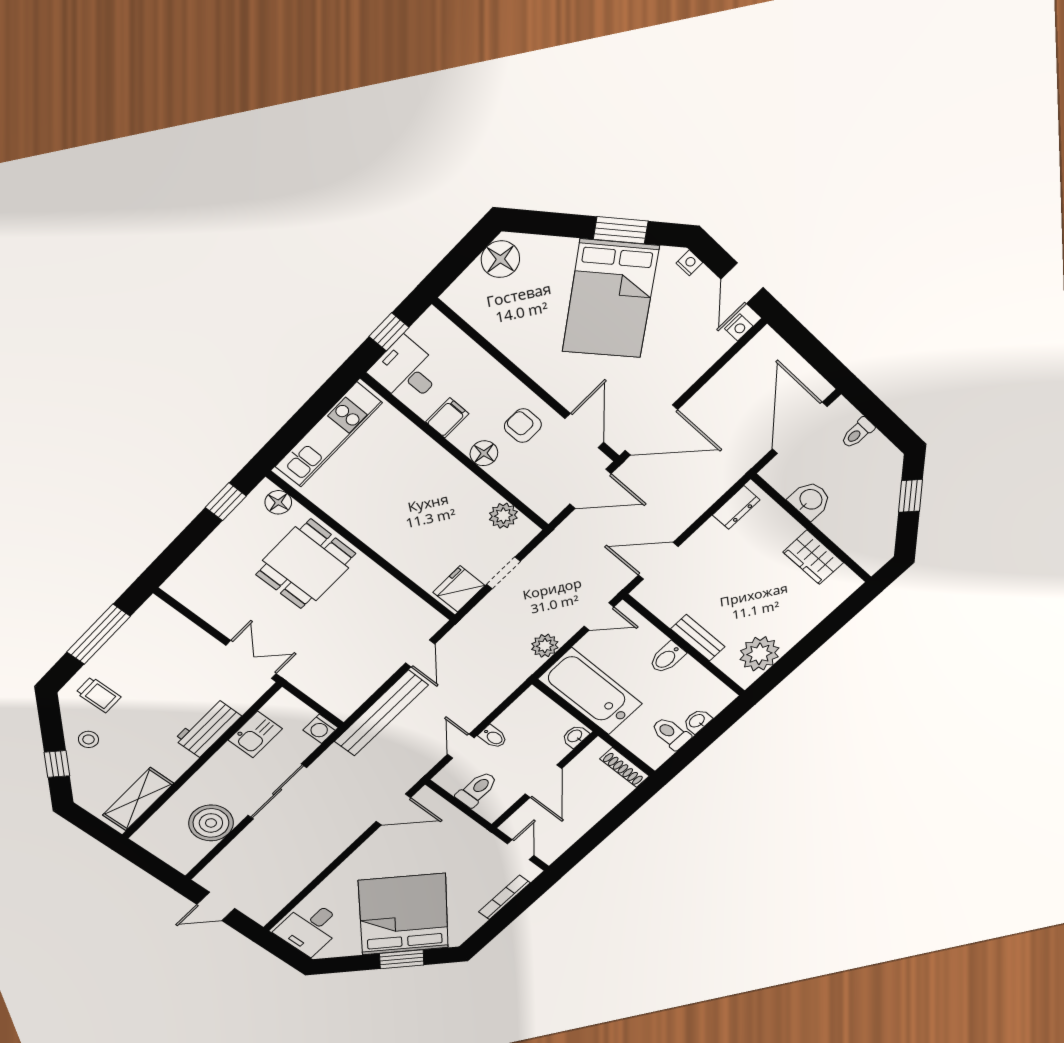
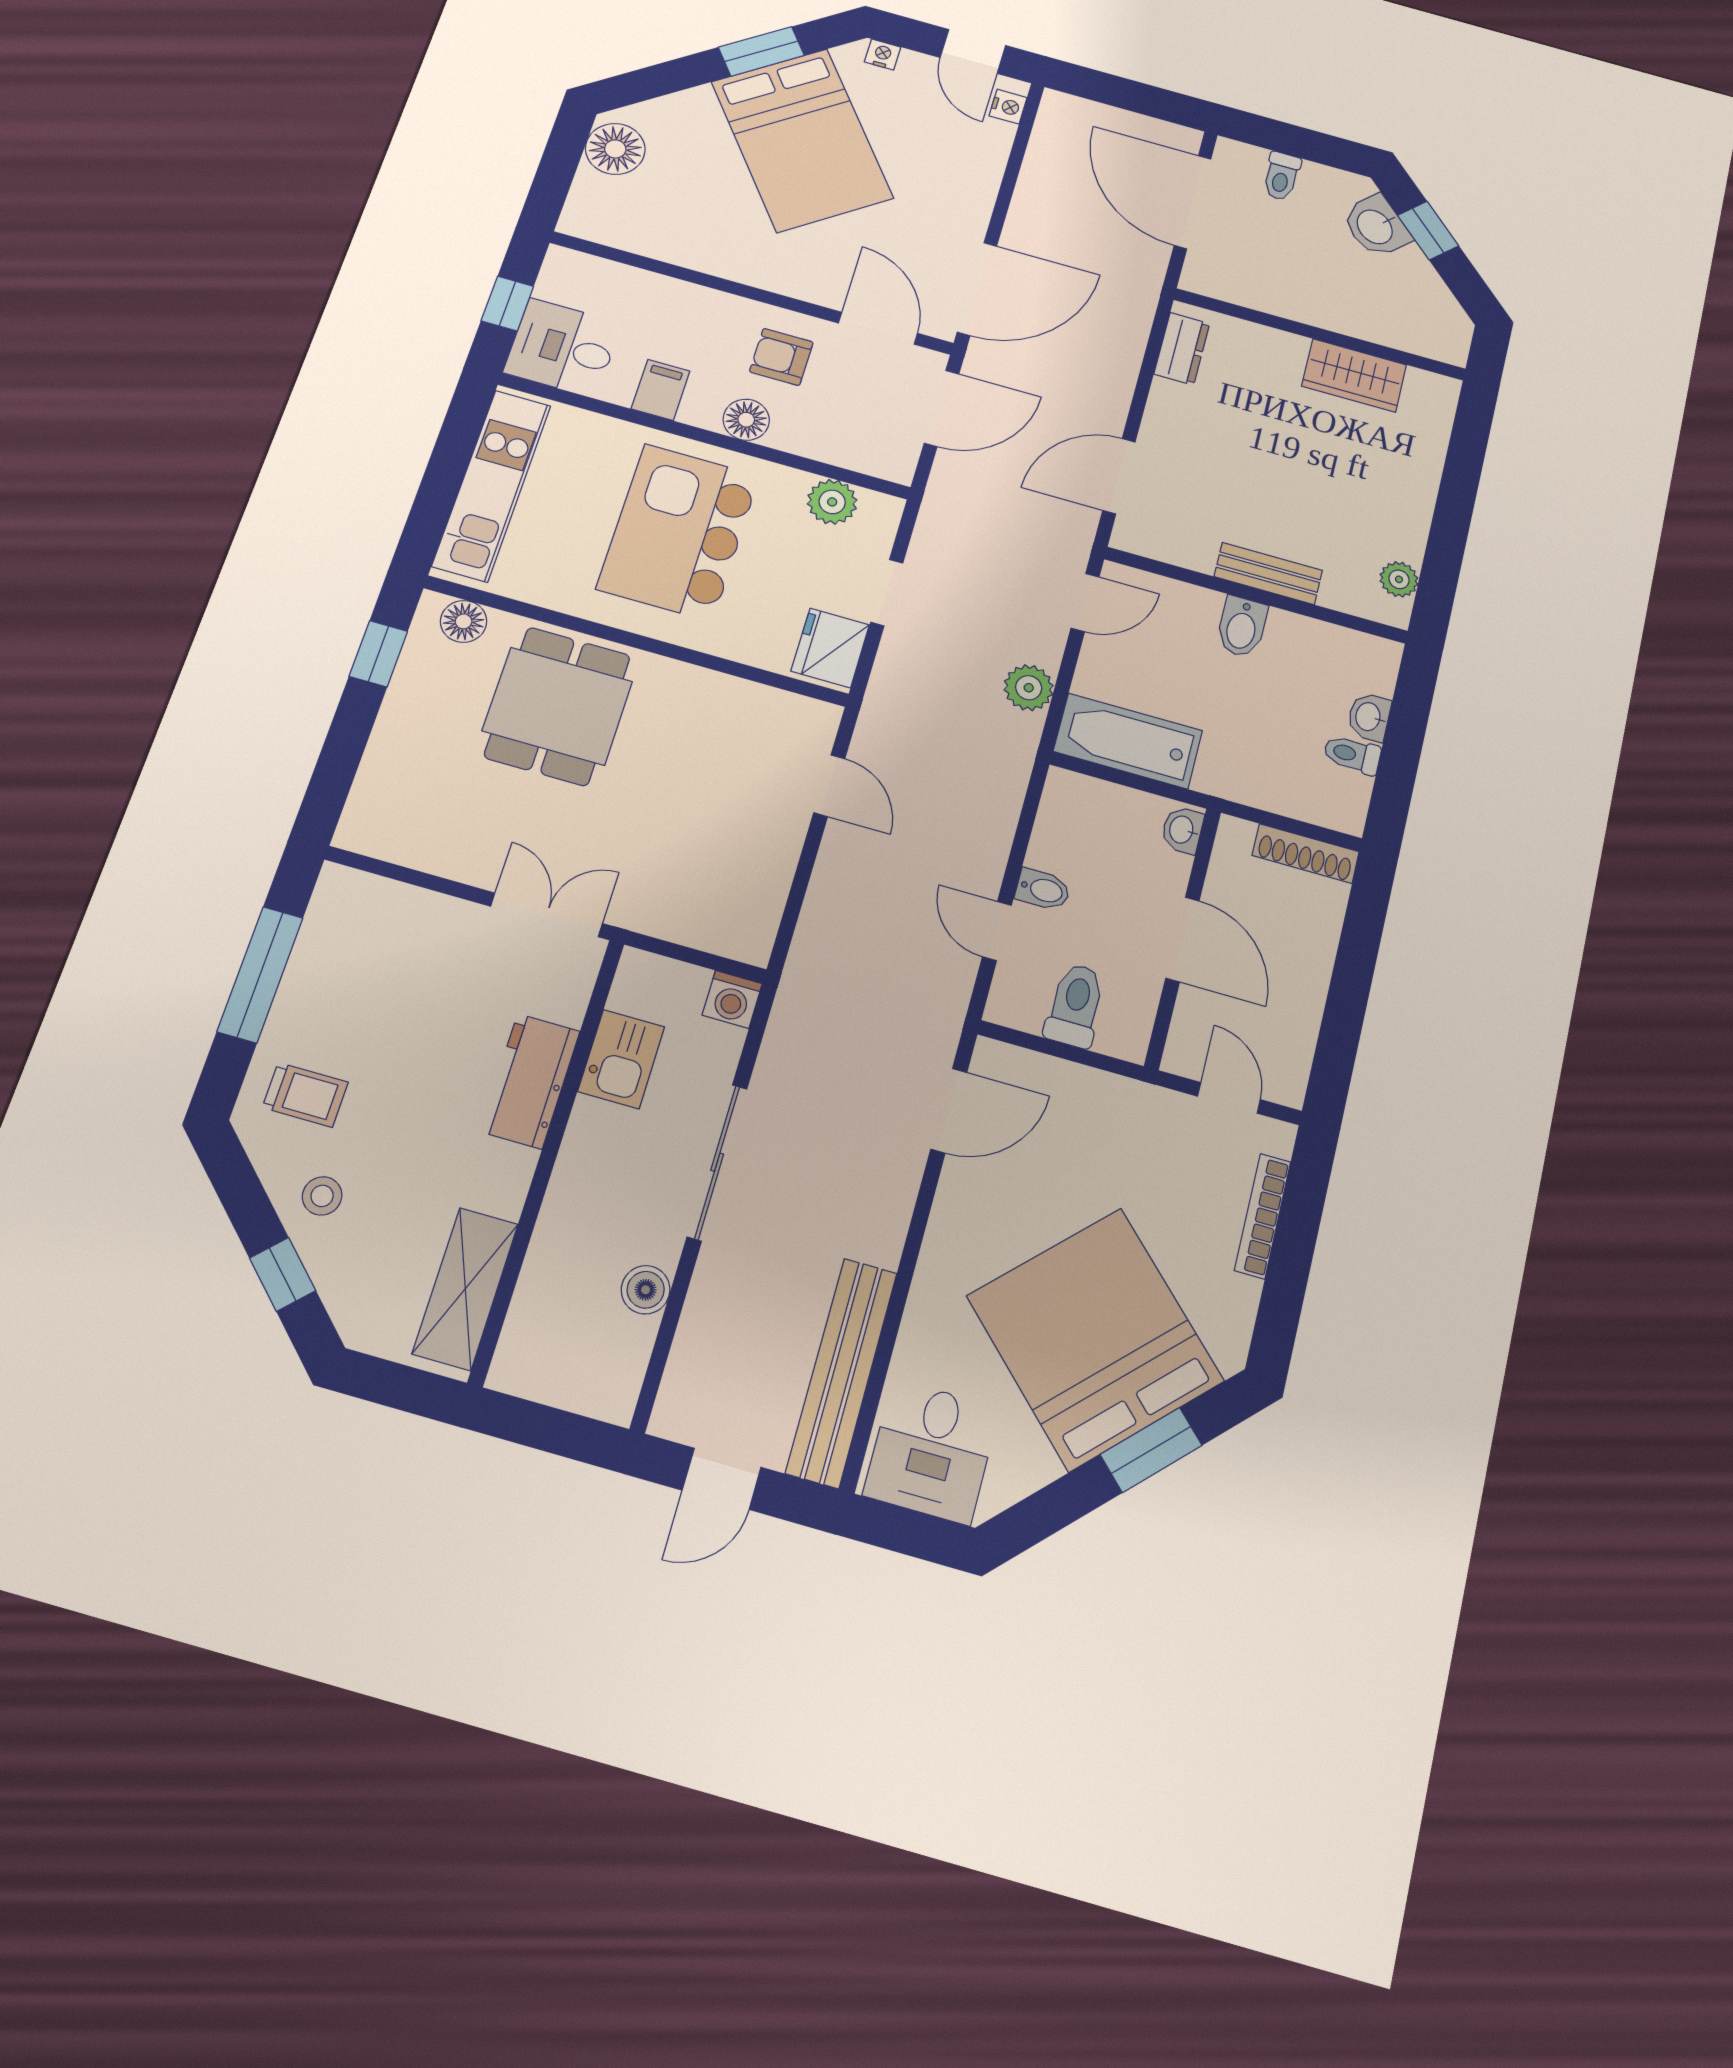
kitchen island: (415, 500) -> (678, 532), added
washbasin: (810, 500) -> (1376, 226), moved, turned -135
plant: (759, 654) -> (1399, 579), width x0.53, depth x0.53
bathtub: (590, 691) -> (1128, 741), width x0.73, depth x0.73
bench: (381, 713) -> (842, 1372), moved
toilet: (671, 733) -> (1352, 755), width x0.73, depth x0.72
boiler: (211, 823) -> (646, 1290), width x0.54, depth x0.54

